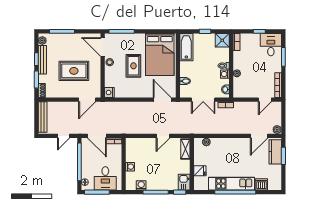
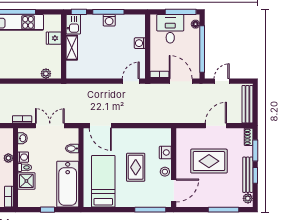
shower: (222, 40) -> (26, 181), moved
door: (103, 47) -> (174, 190), hinge flipped
bathtub: (186, 47) -> (68, 184), width x1.36, depth x1.36
bed: (160, 54) -> (103, 181), width x0.67
nightstand: (109, 92) -> (165, 152), moved
door: (87, 100) -> (216, 126), moved
door: (163, 136) -> (131, 81), moved
shelving: (185, 149) -> (72, 48), moved
washing machine: (141, 185) -> (109, 20), moved

